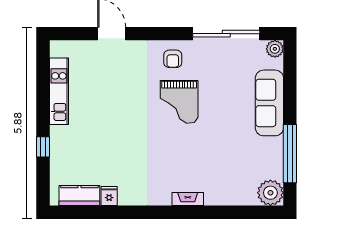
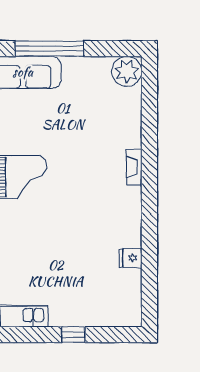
window: (290, 154) -> (49, 49), moved
kitchen counter: (79, 196) -> (130, 292), removed

